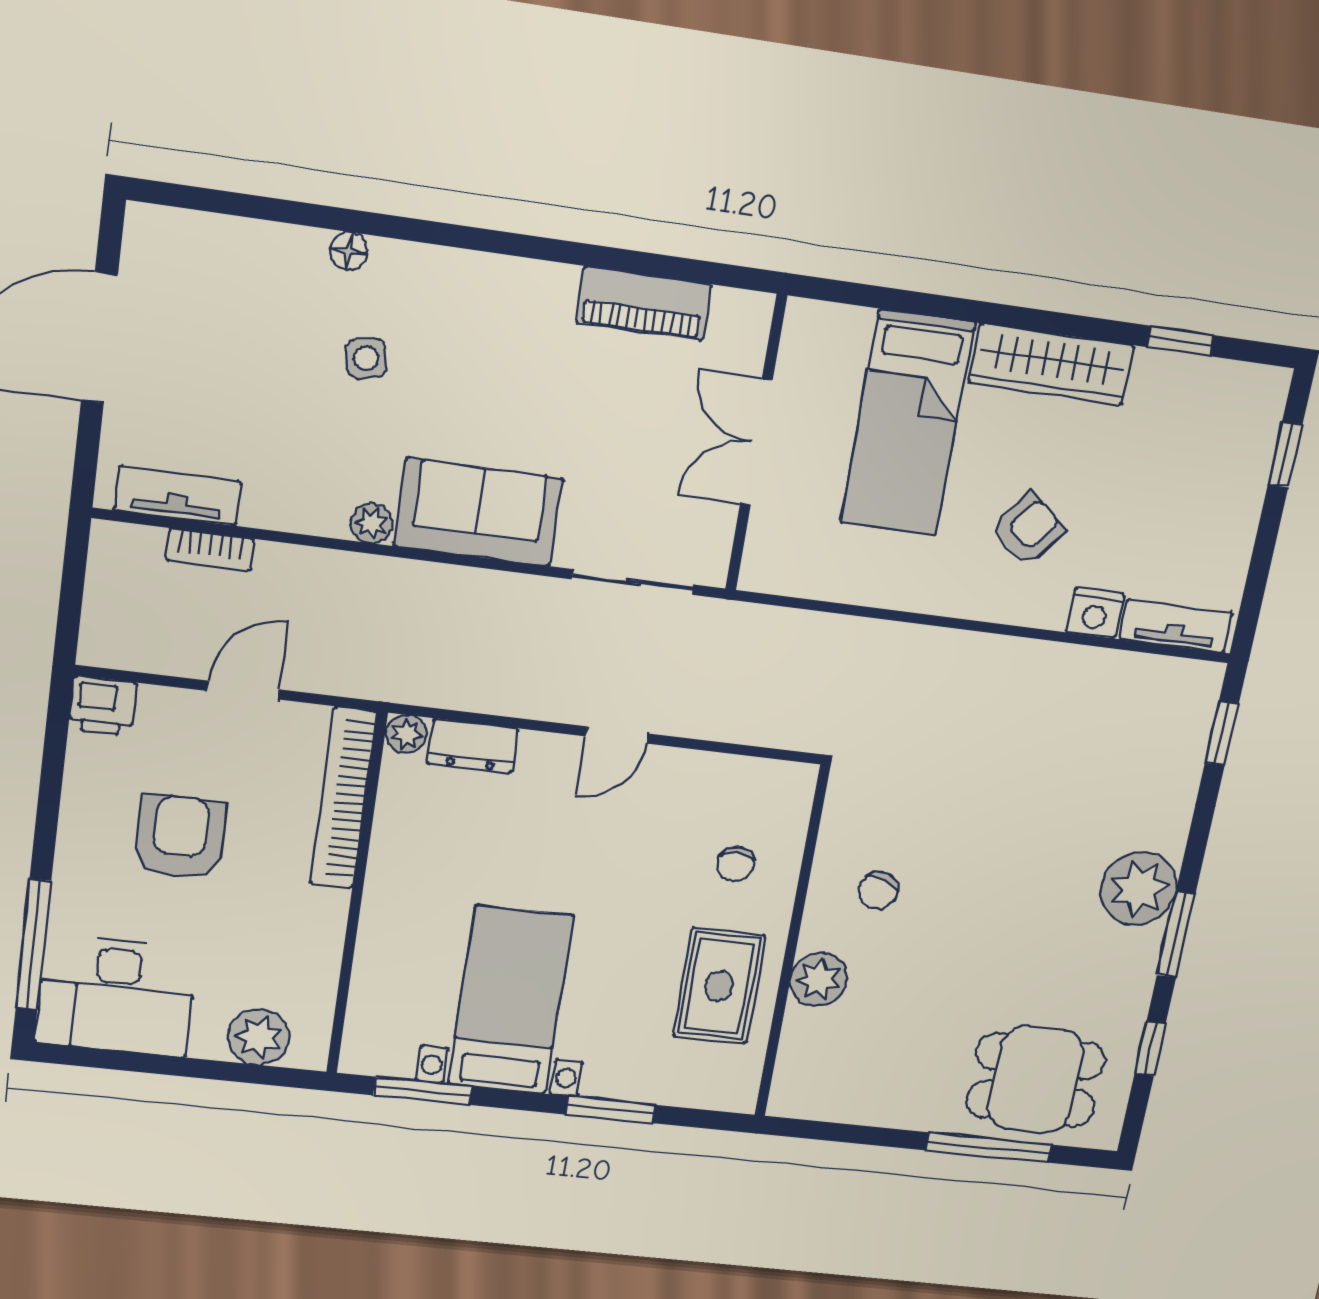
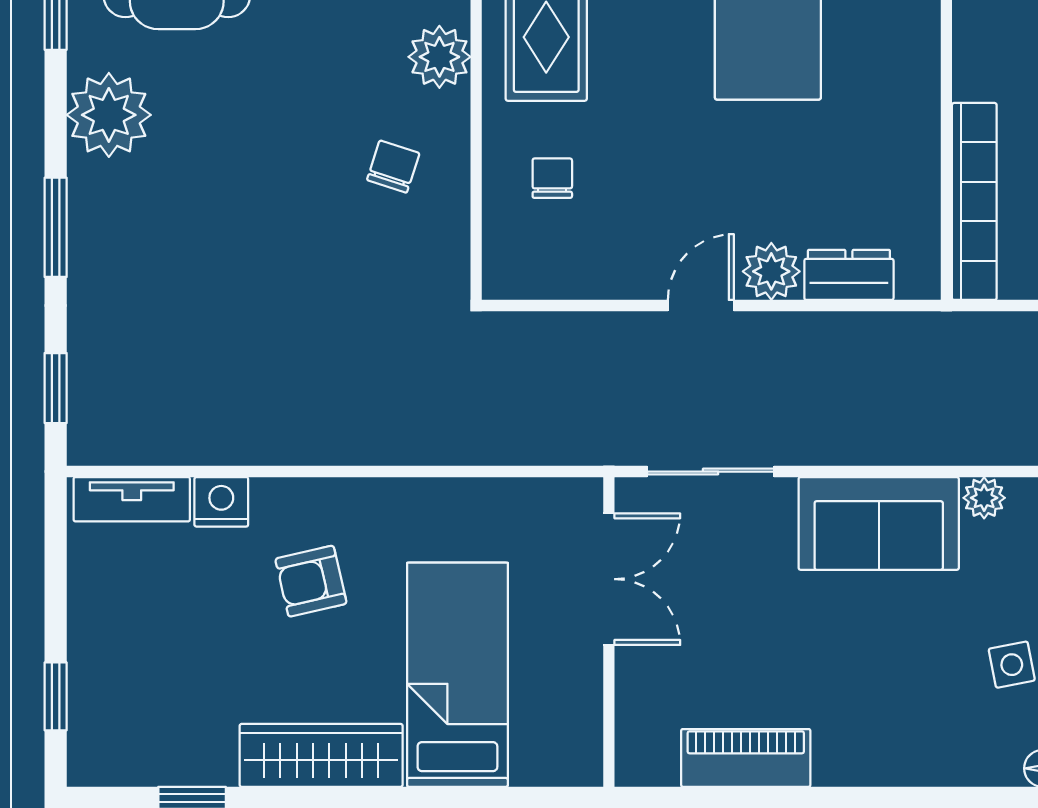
double door: (756, 442) -> (609, 579), moved
armchair: (1028, 530) -> (311, 581), turned 38
plant: (406, 734) -> (771, 271), moved, width x1.38, depth x1.38
plant: (1139, 889) -> (109, 115), moved
window: (1176, 934) -> (56, 227), moved

